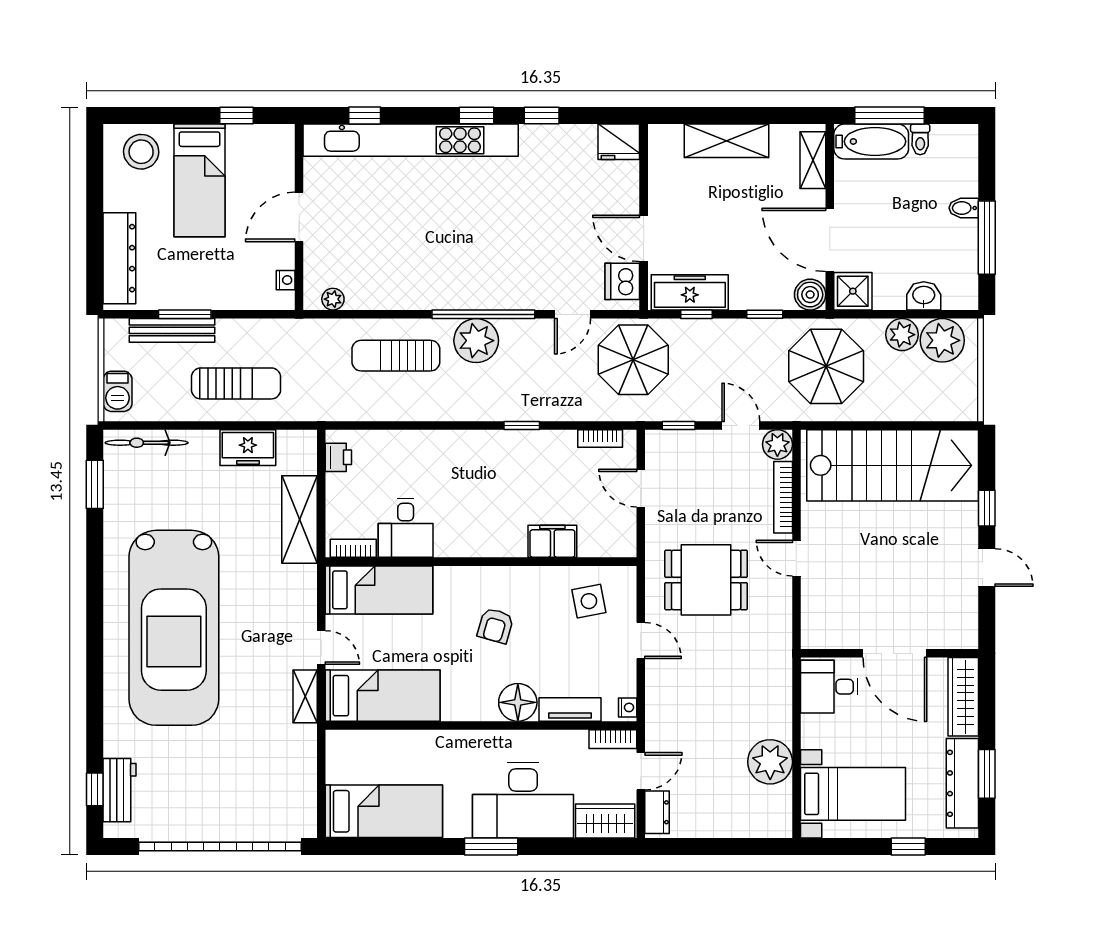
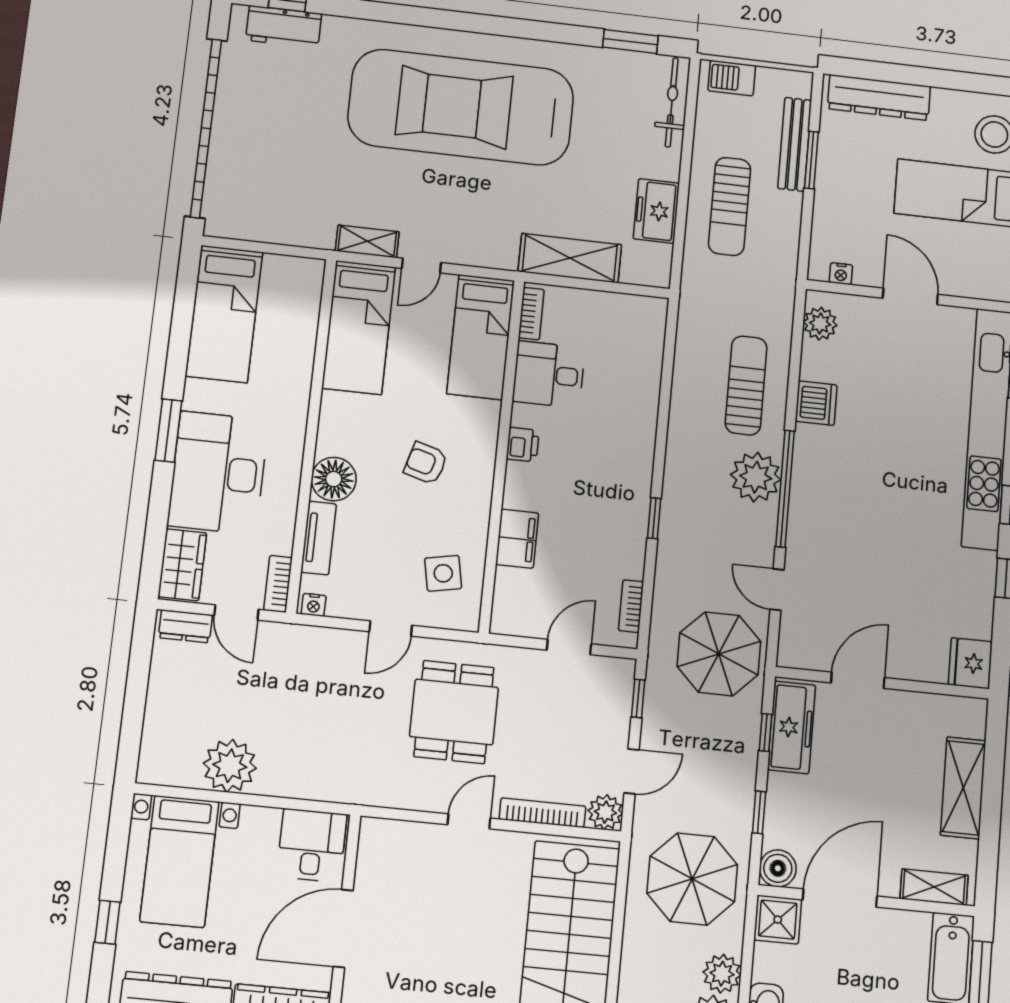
dishwasher: (622, 281) -> (816, 403), moved, turned 90
plant: (333, 299) -> (820, 324), width x1.38, depth x1.38
printer: (338, 457) -> (523, 445), moved, turned -90

